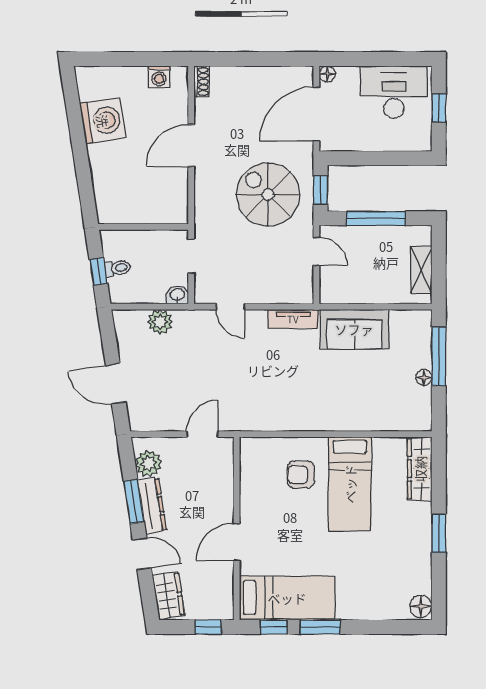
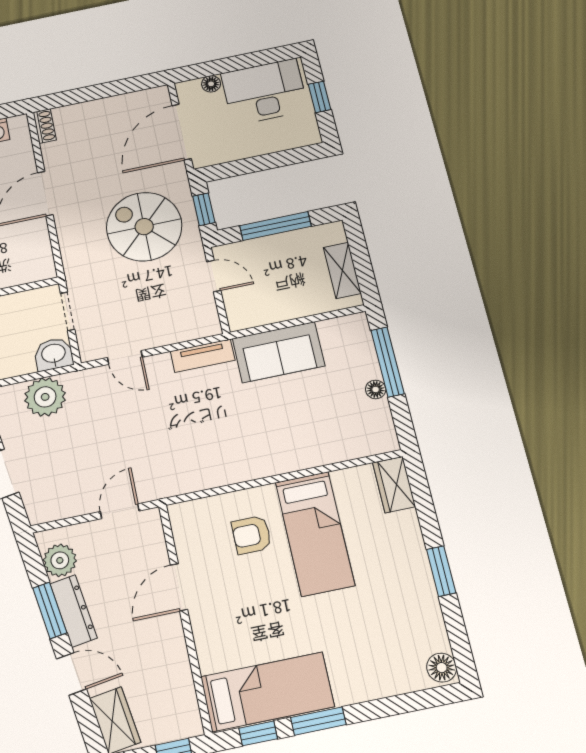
floor lamp: (327, 74) -> (211, 84), moved
washbasin: (177, 295) -> (54, 354), width x1.38, depth x1.45
plant: (160, 322) -> (45, 397), width x1.36, depth x1.36
wardrobe: (420, 469) -> (394, 485), width x0.67
door: (237, 542) -> (179, 587), moved

